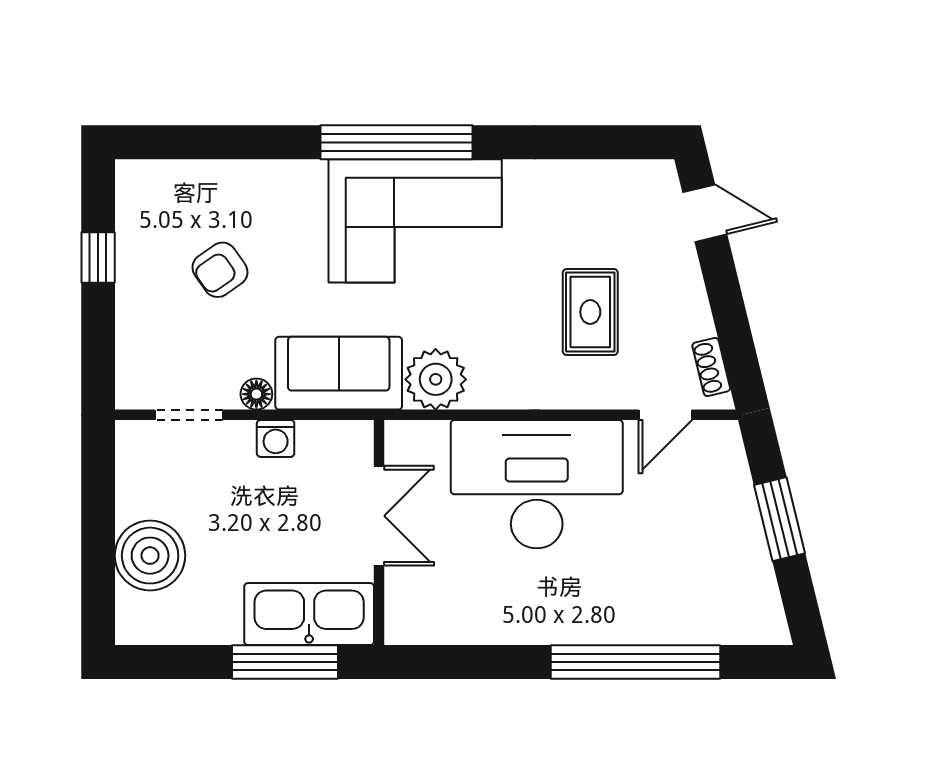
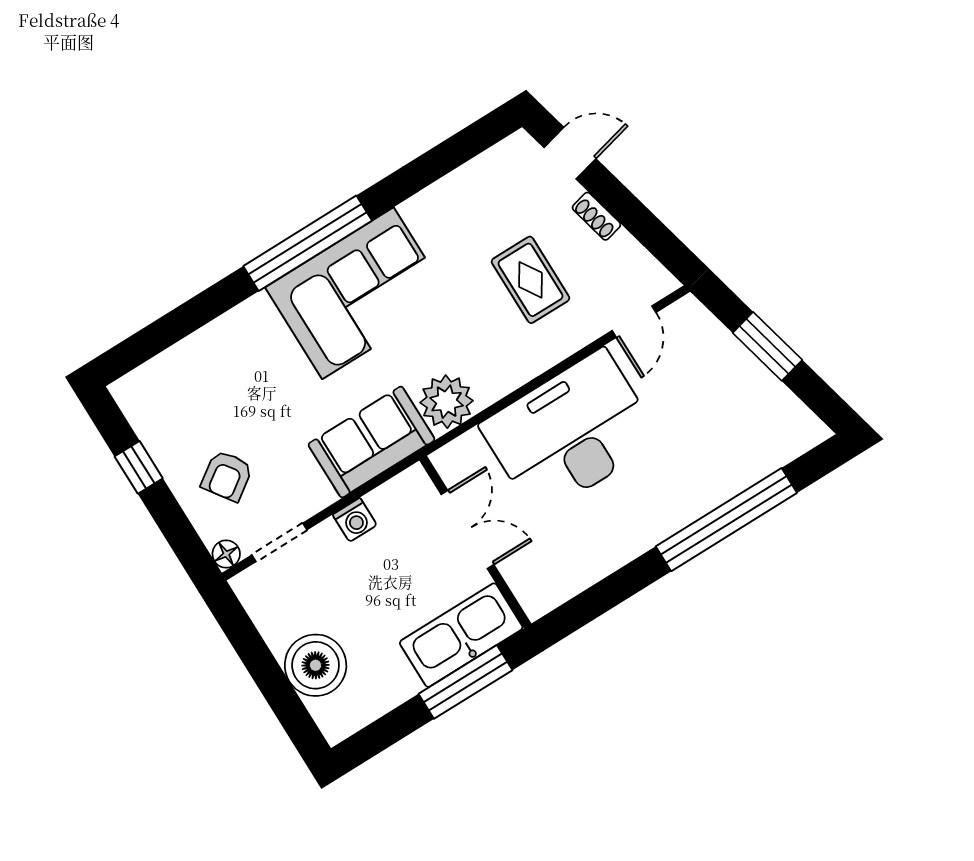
armchair: (220, 270) -> (227, 476), moved
shoe rack: (711, 367) -> (596, 216), moved
floor lamp: (256, 394) -> (226, 554), moved

